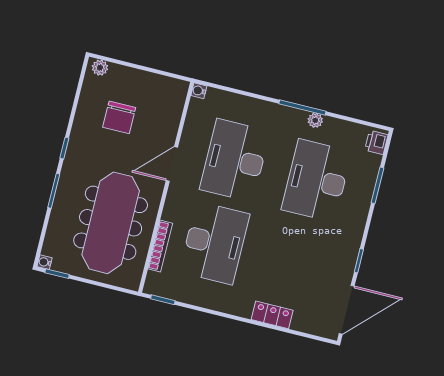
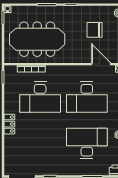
desk: (235, 160) -> (87, 97), turned 180
door: (172, 164) -> (101, 64), moved
locker: (272, 315) -> (9, 124), moved

